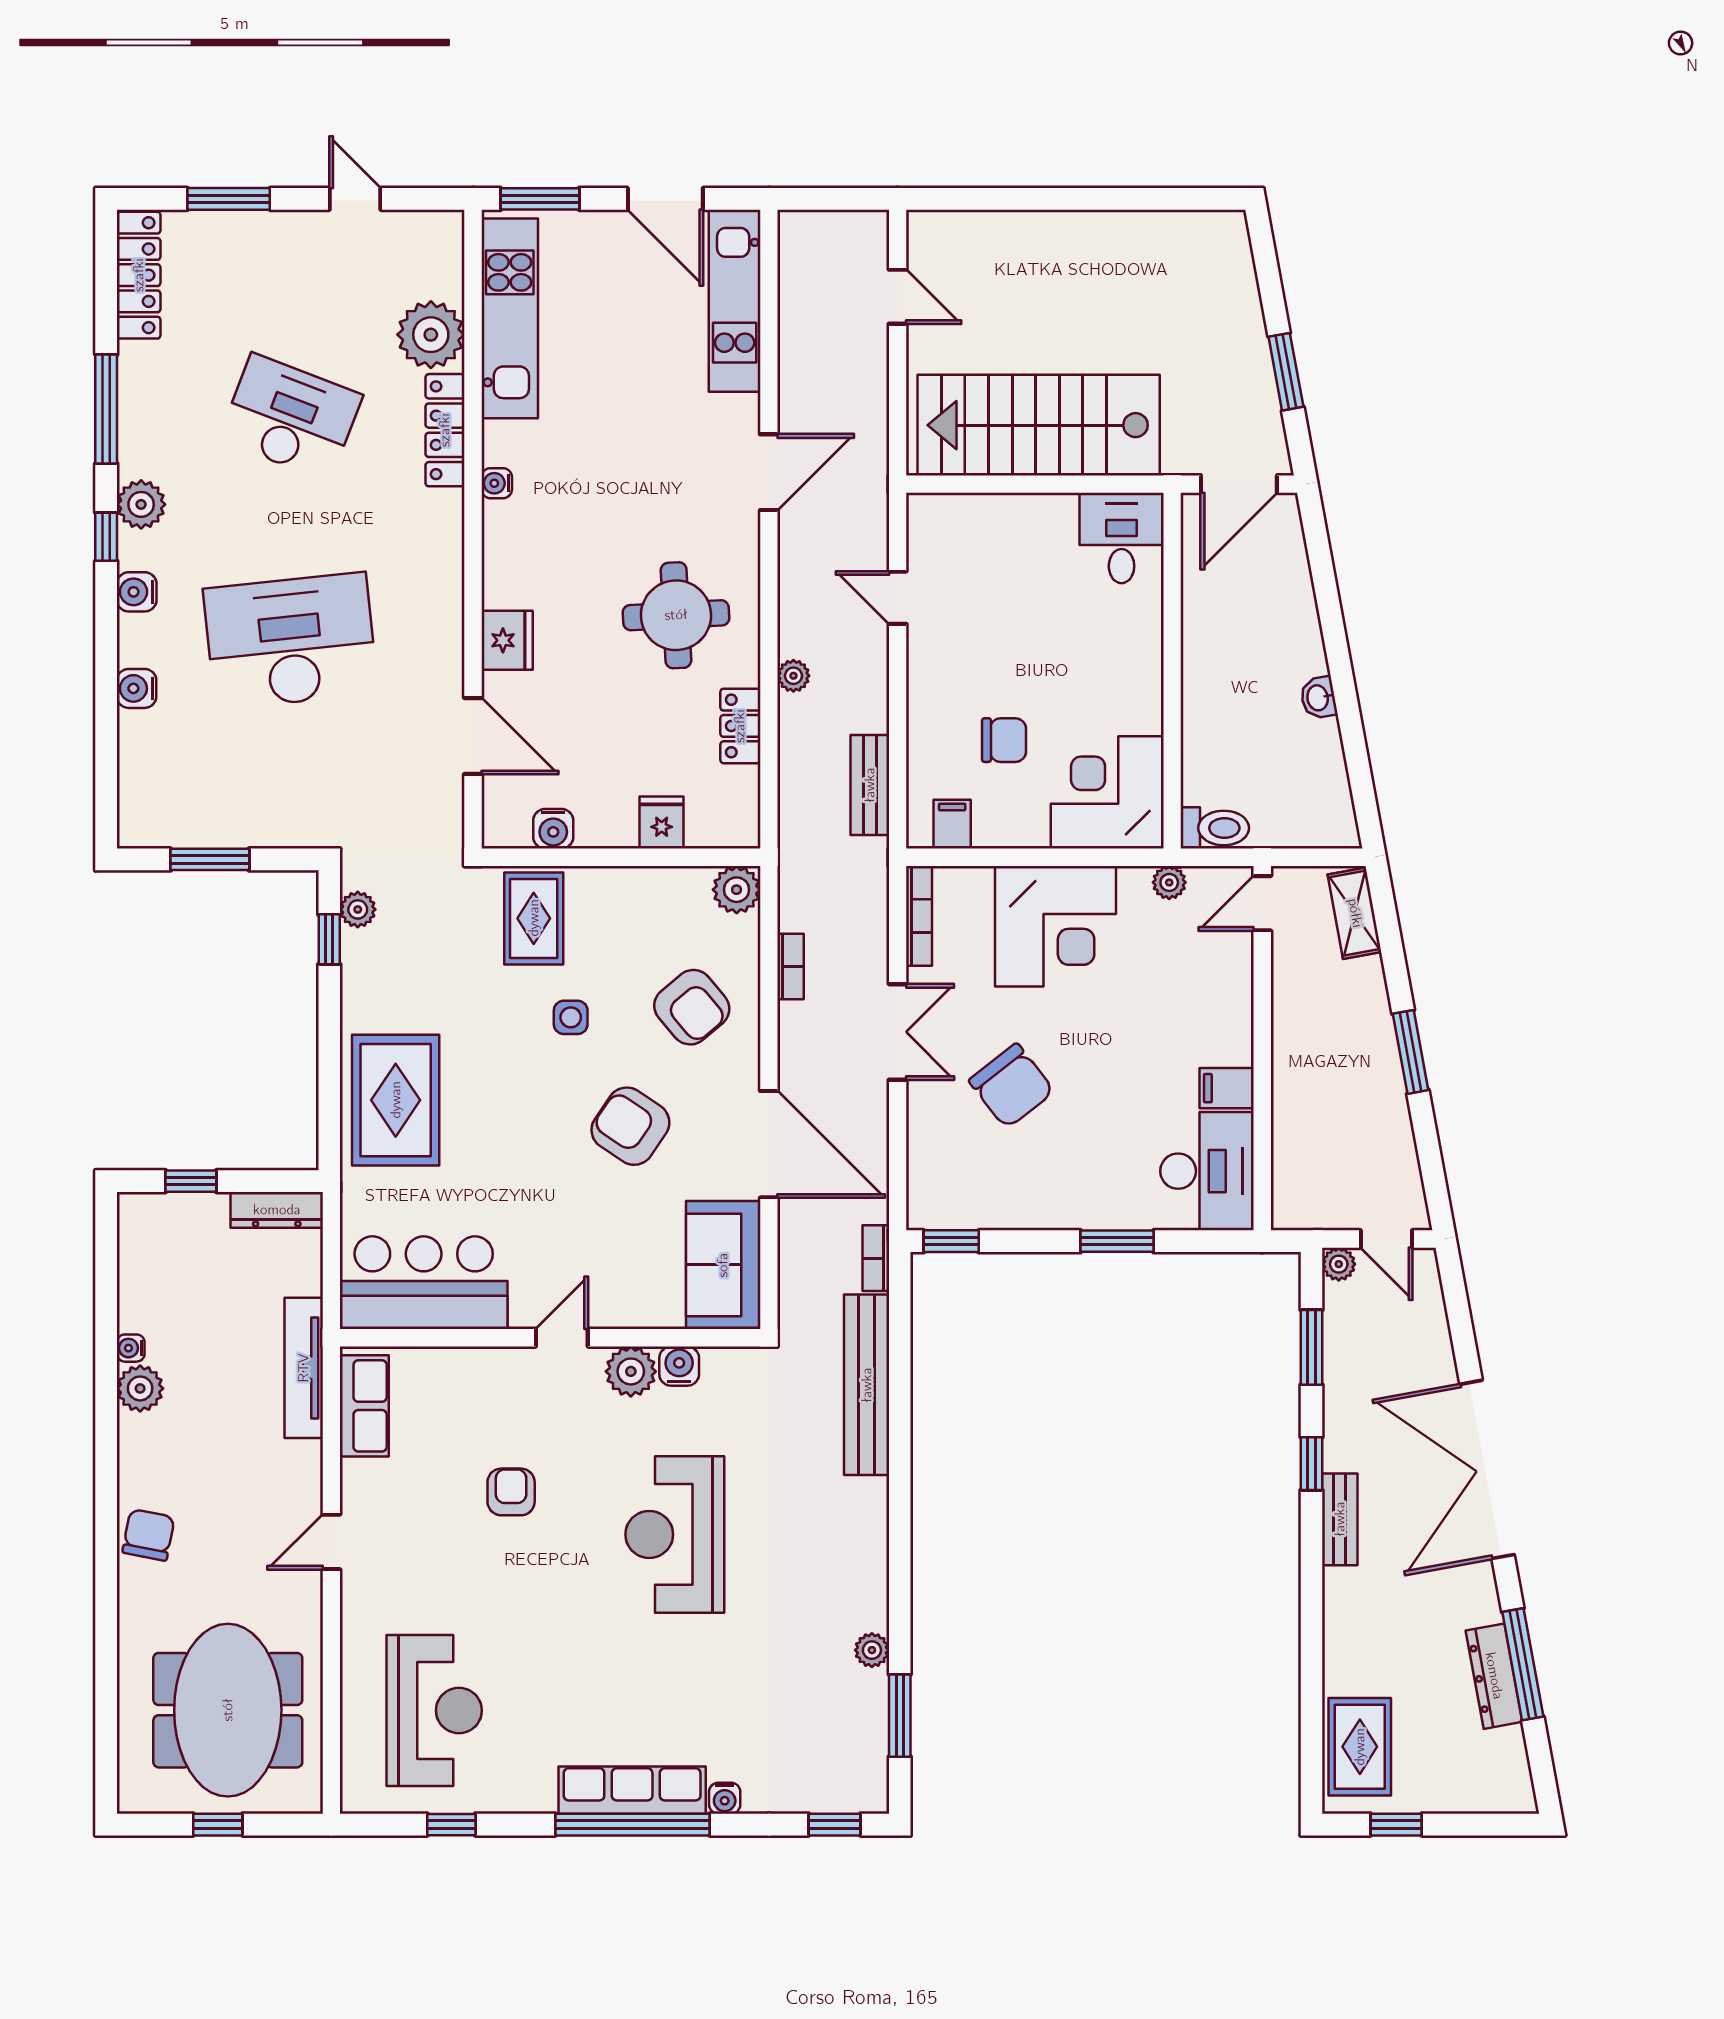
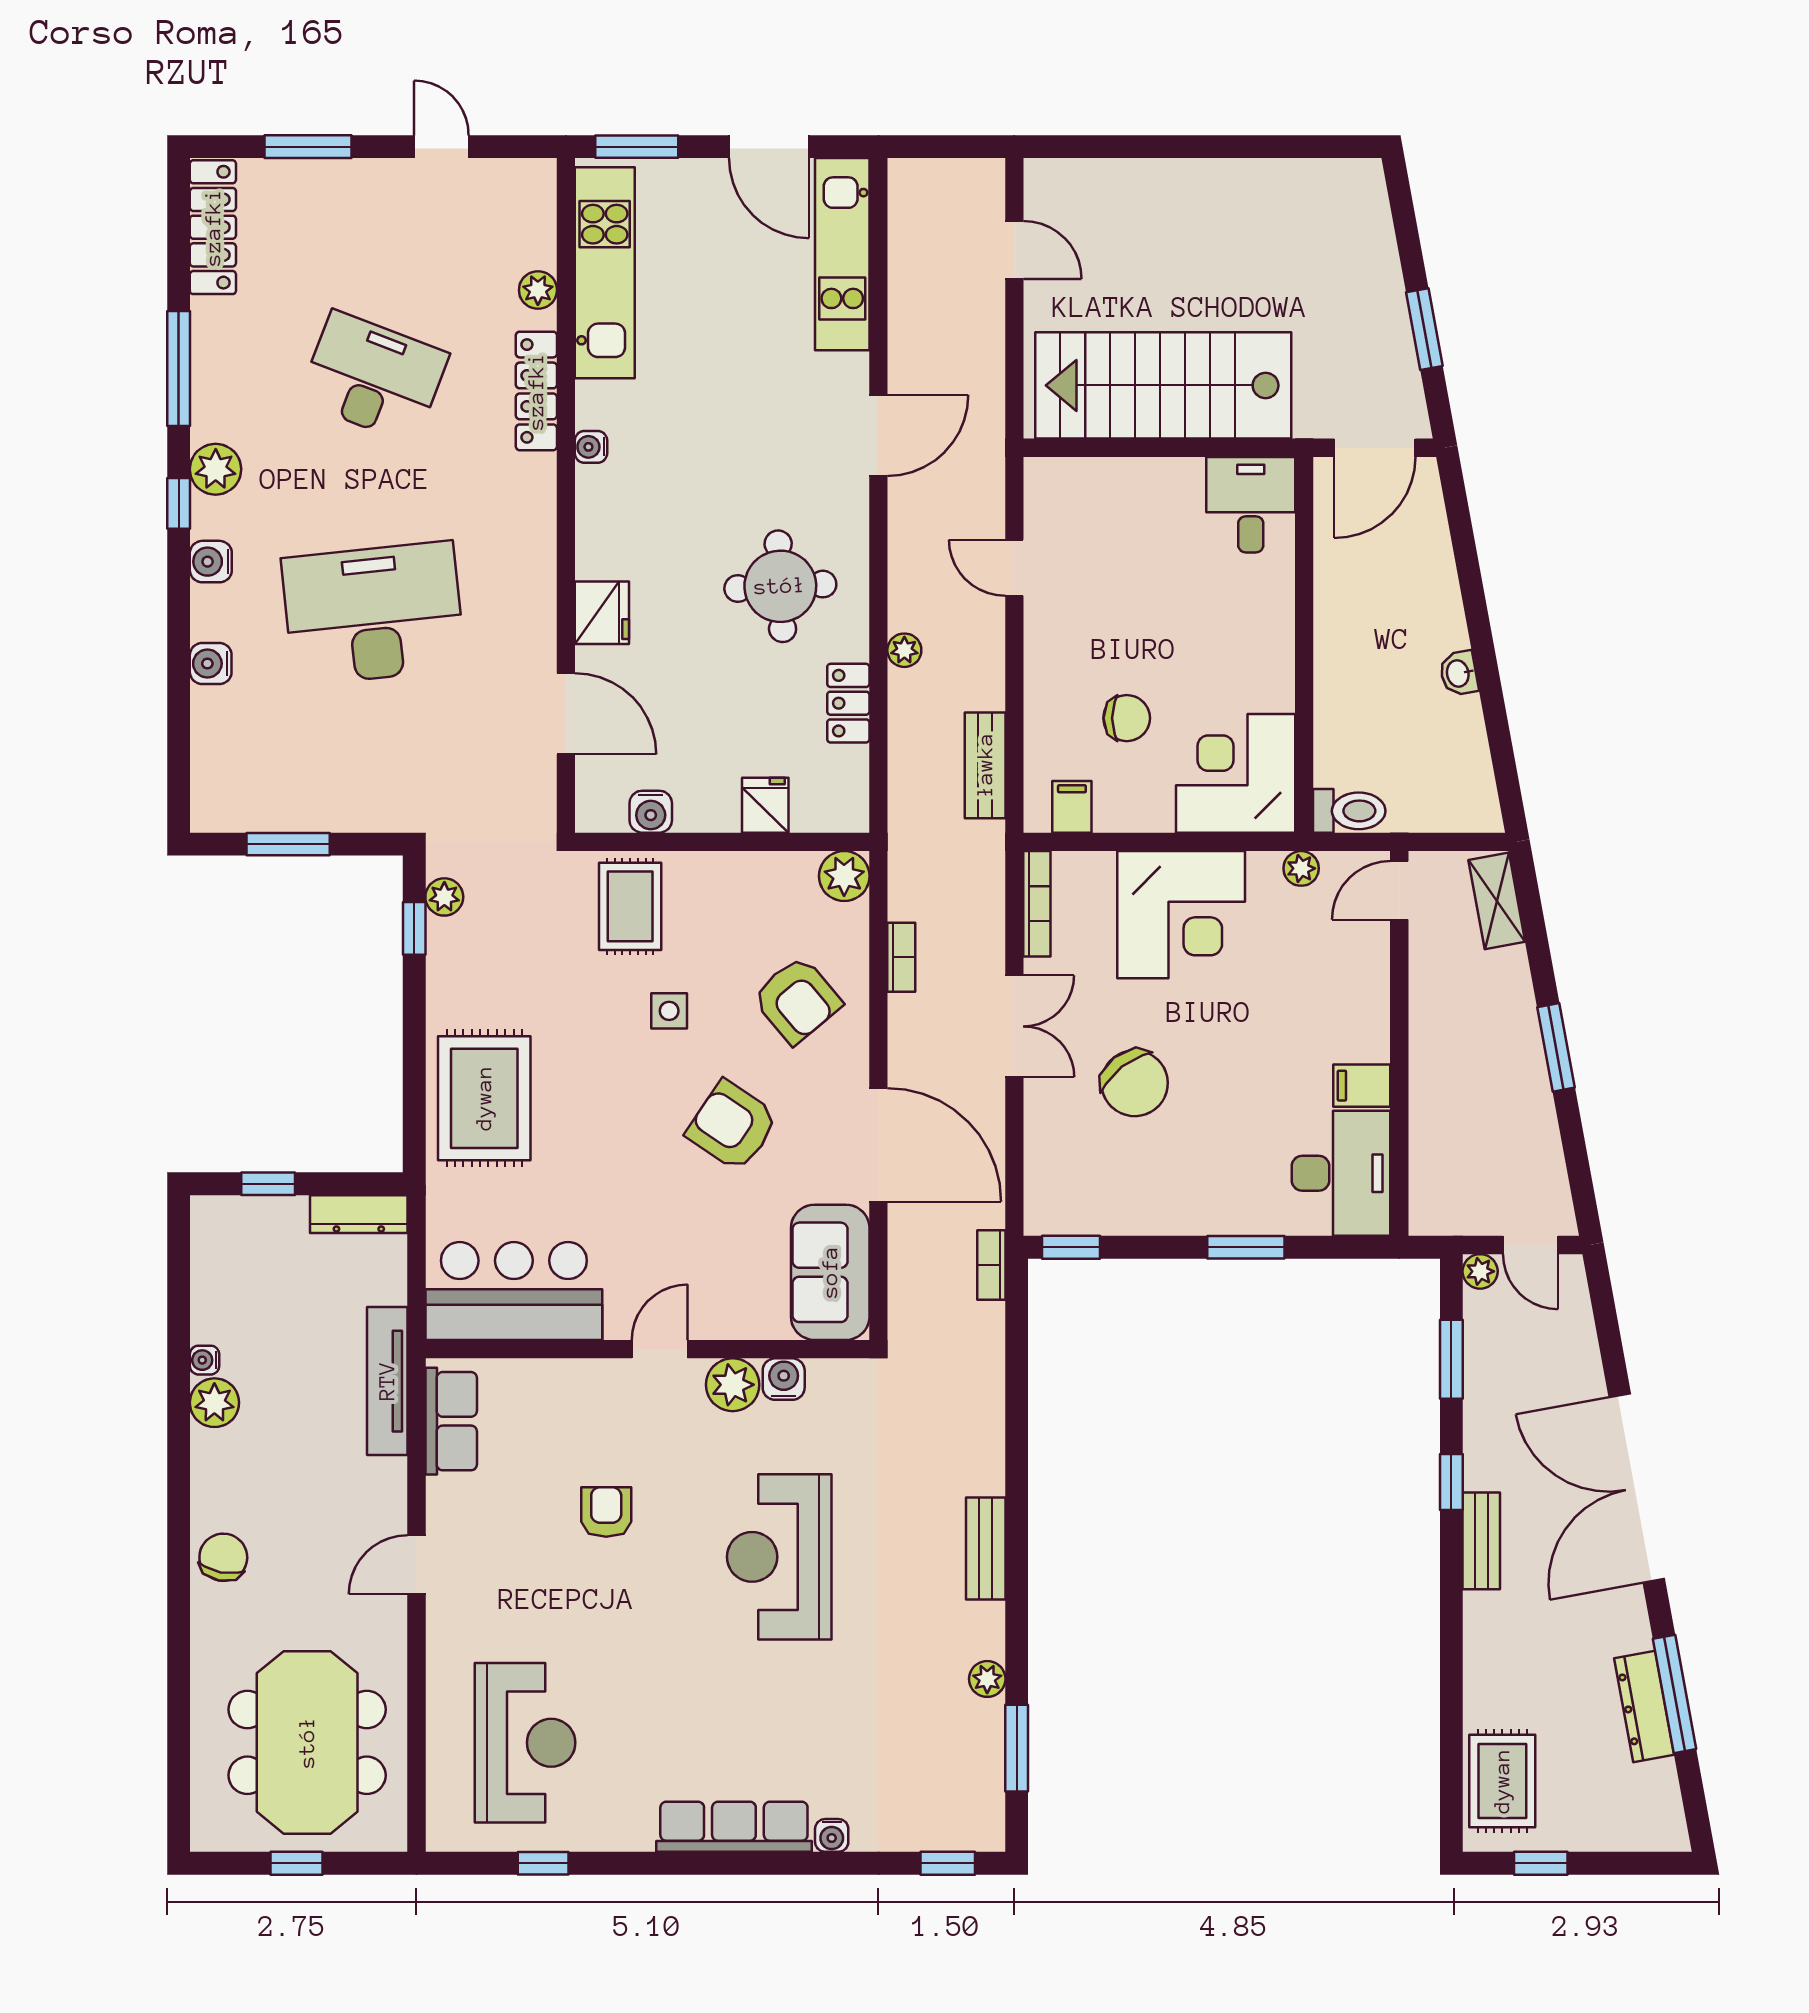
plant: (431, 335) -> (538, 290), width x0.53, depth x0.53
bench: (867, 1385) -> (986, 1549), moved, width x0.54, depth x0.82
window: (632, 1825) -> (734, 1863), removed

